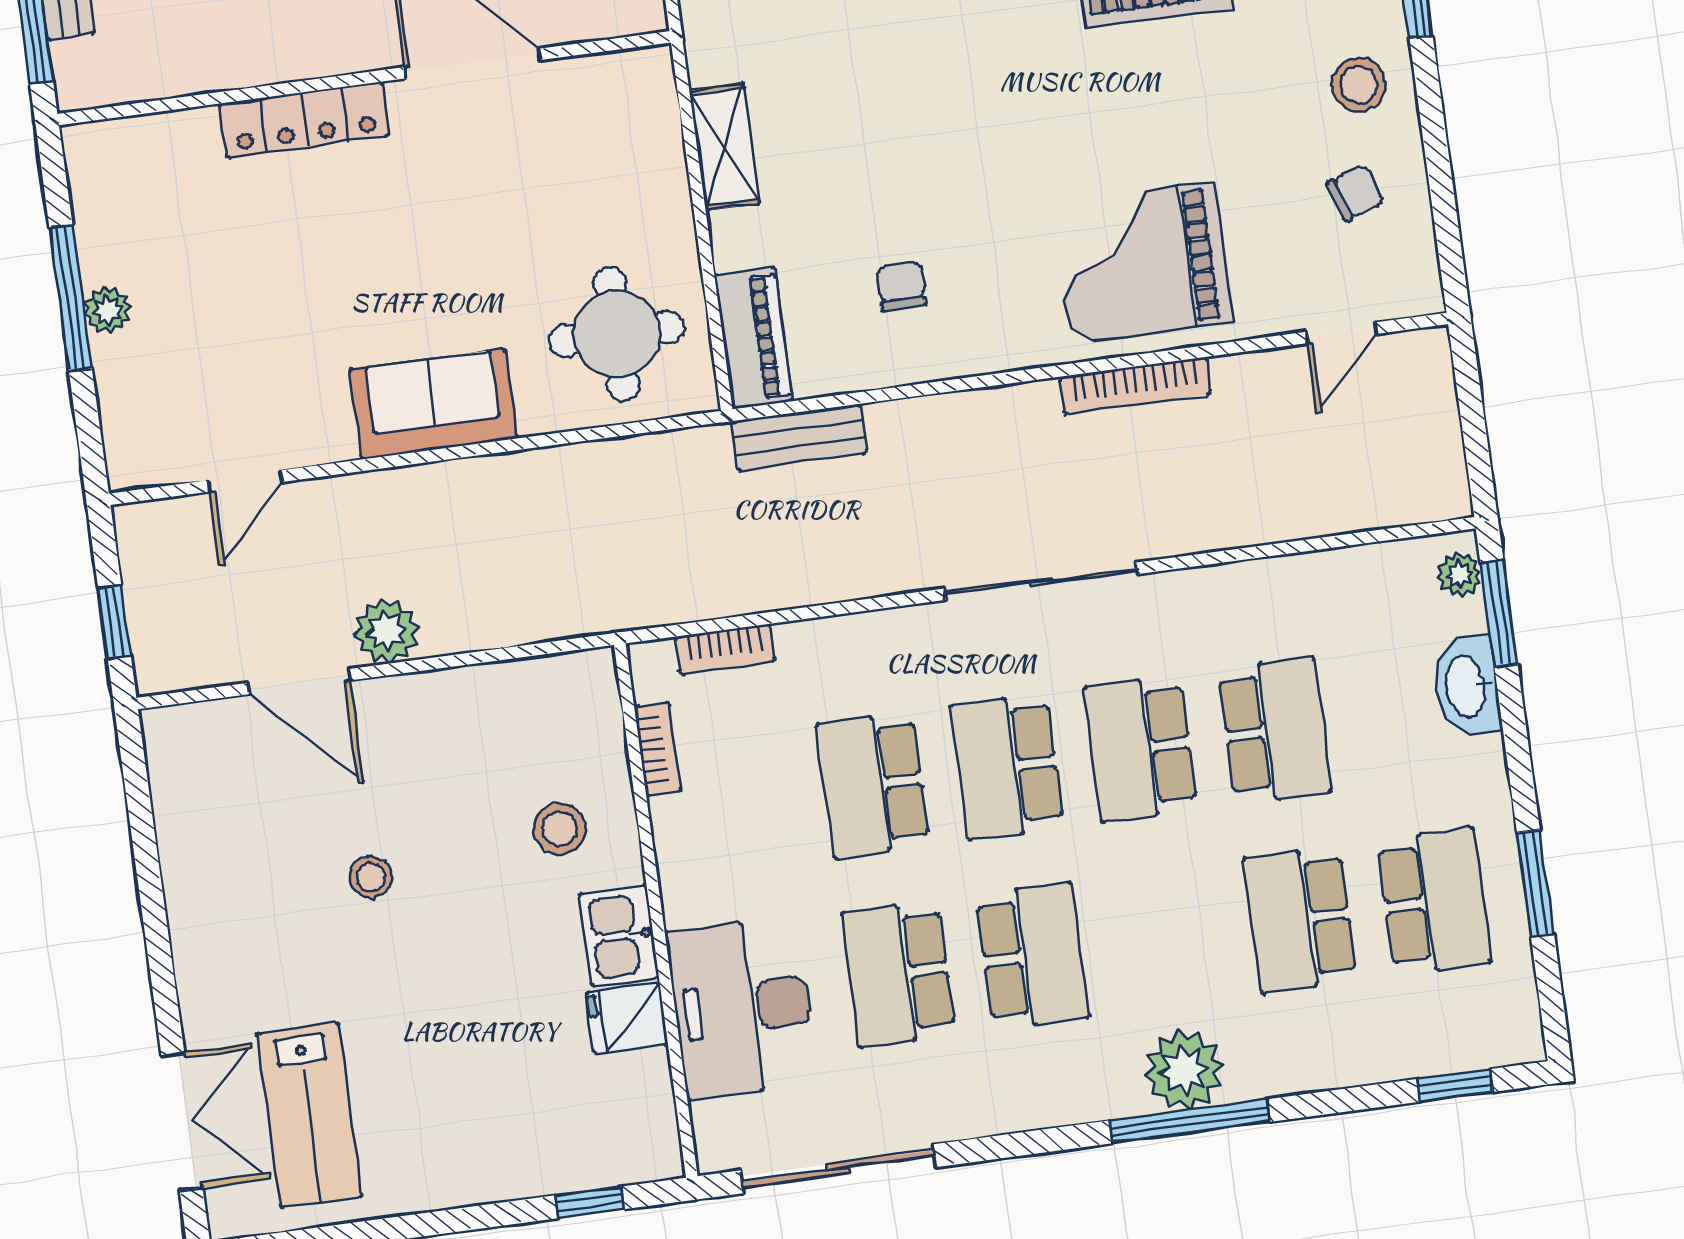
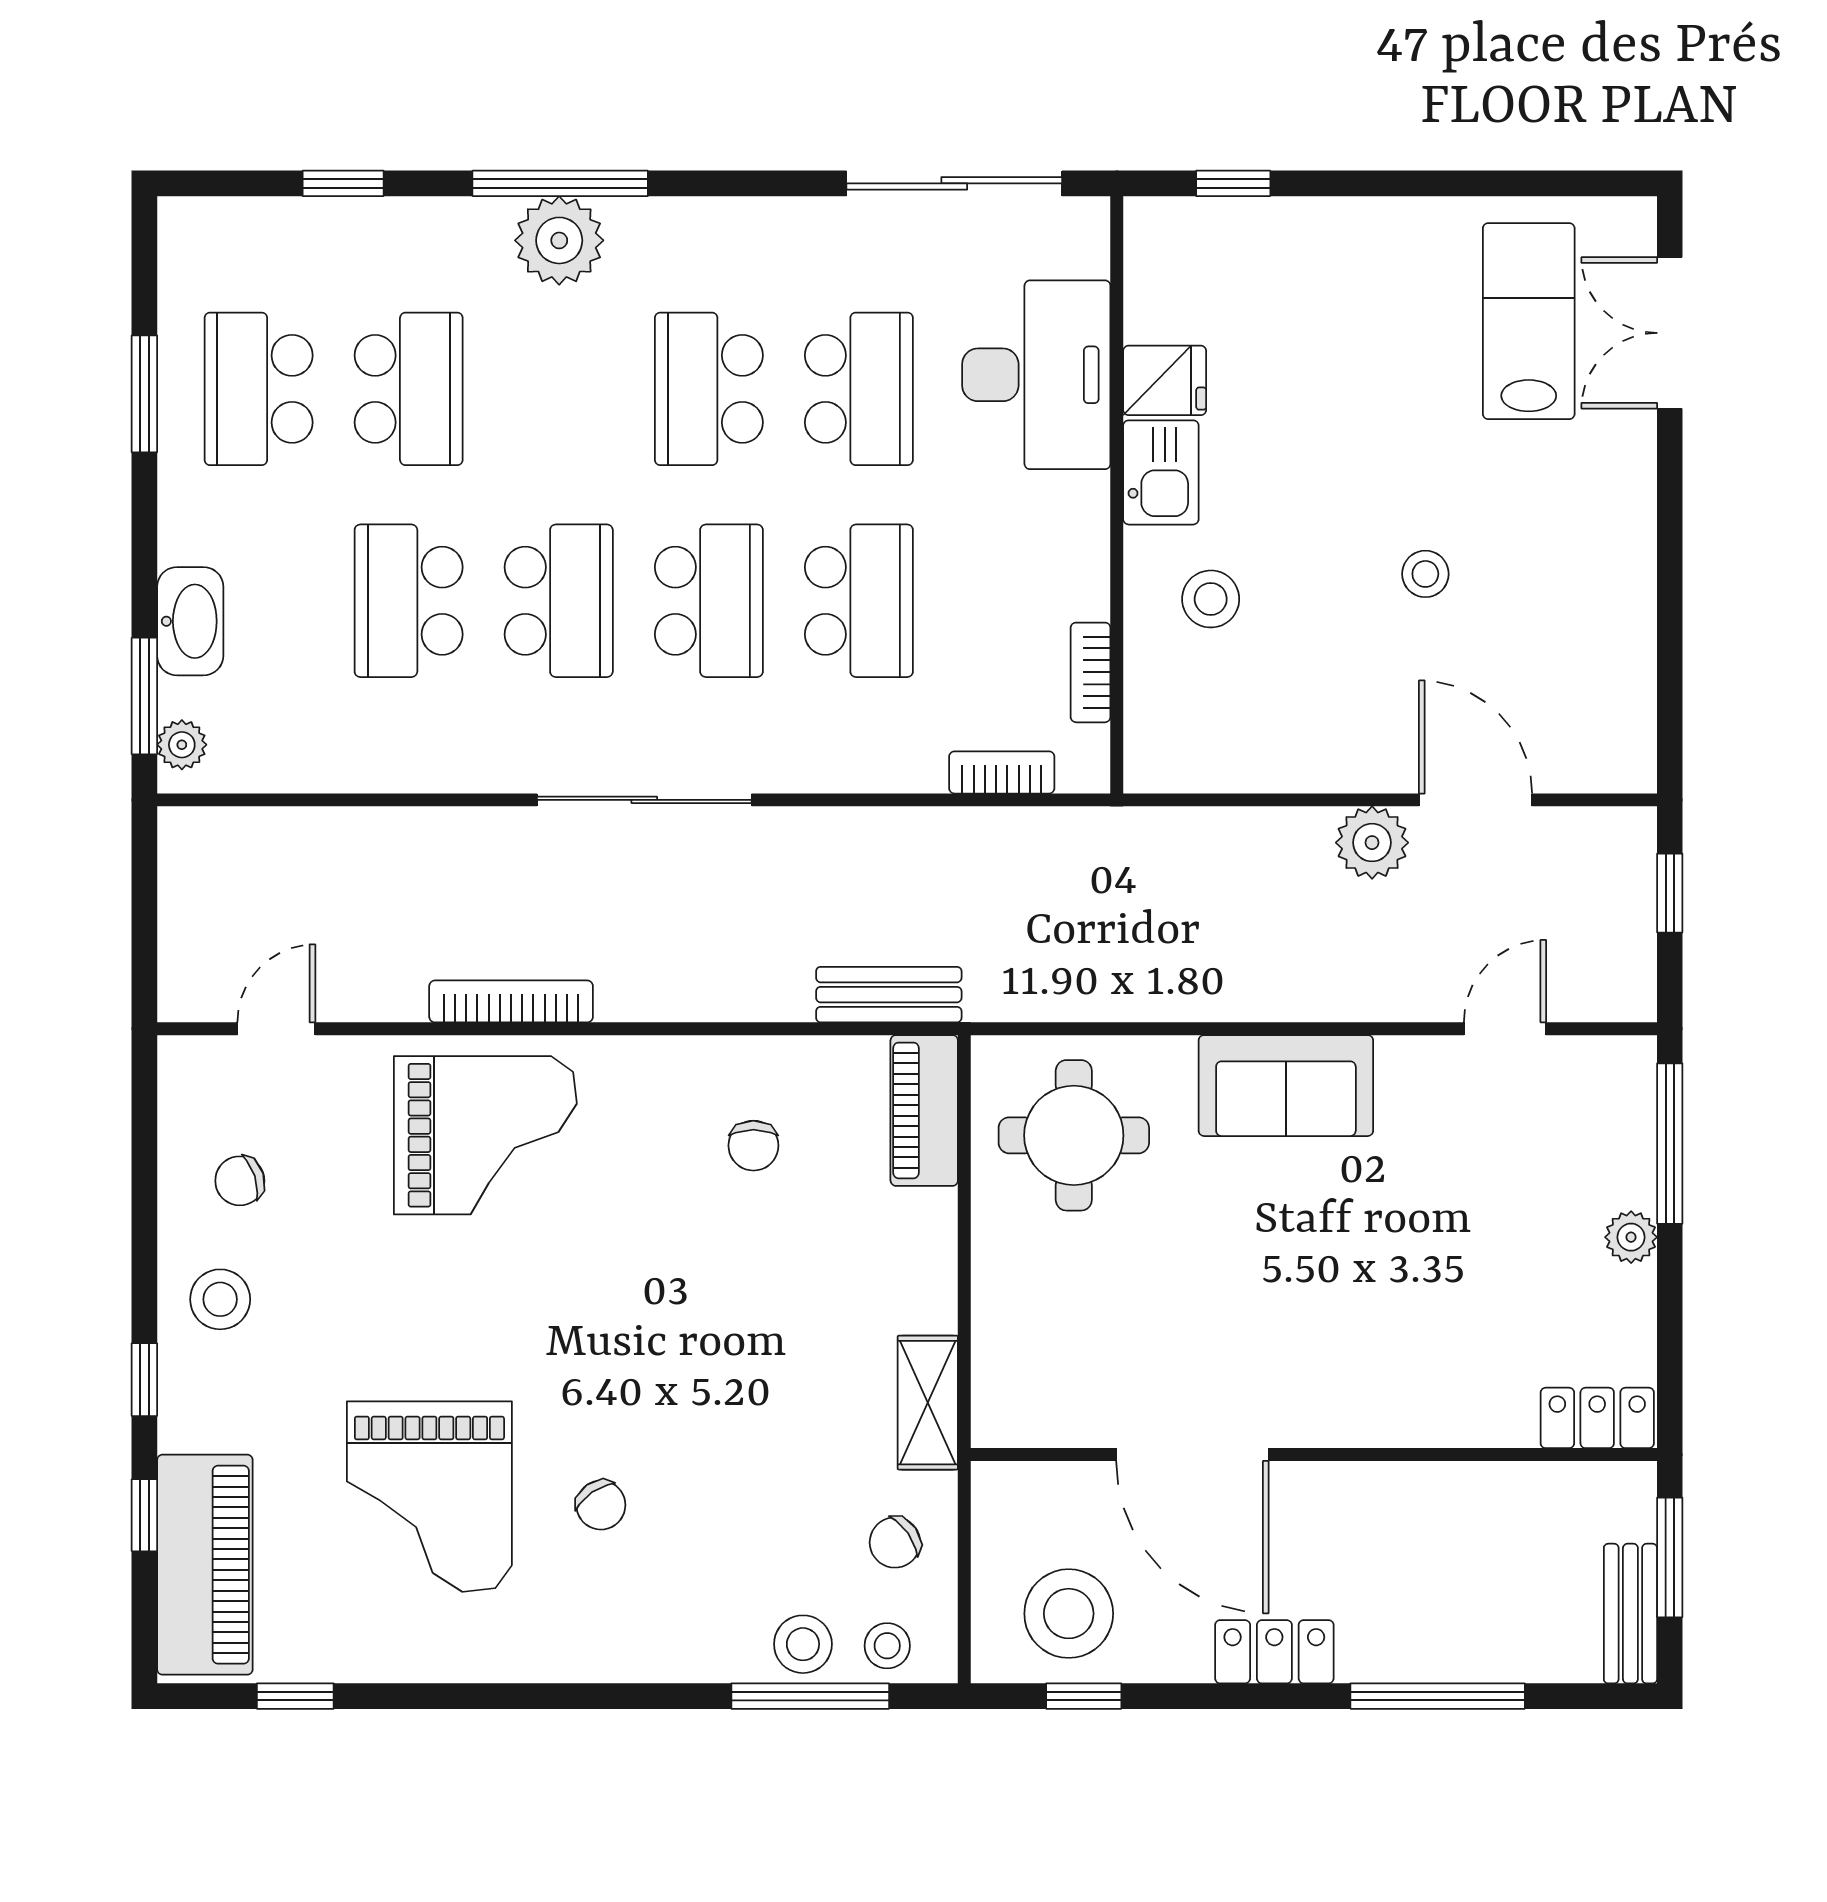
locker: (305, 119) -> (1597, 1418), moved, width x0.66
shelving: (724, 147) -> (928, 1403), moved
window: (71, 298) -> (1670, 1144), moved
window: (1455, 1085) -> (343, 183), moved

